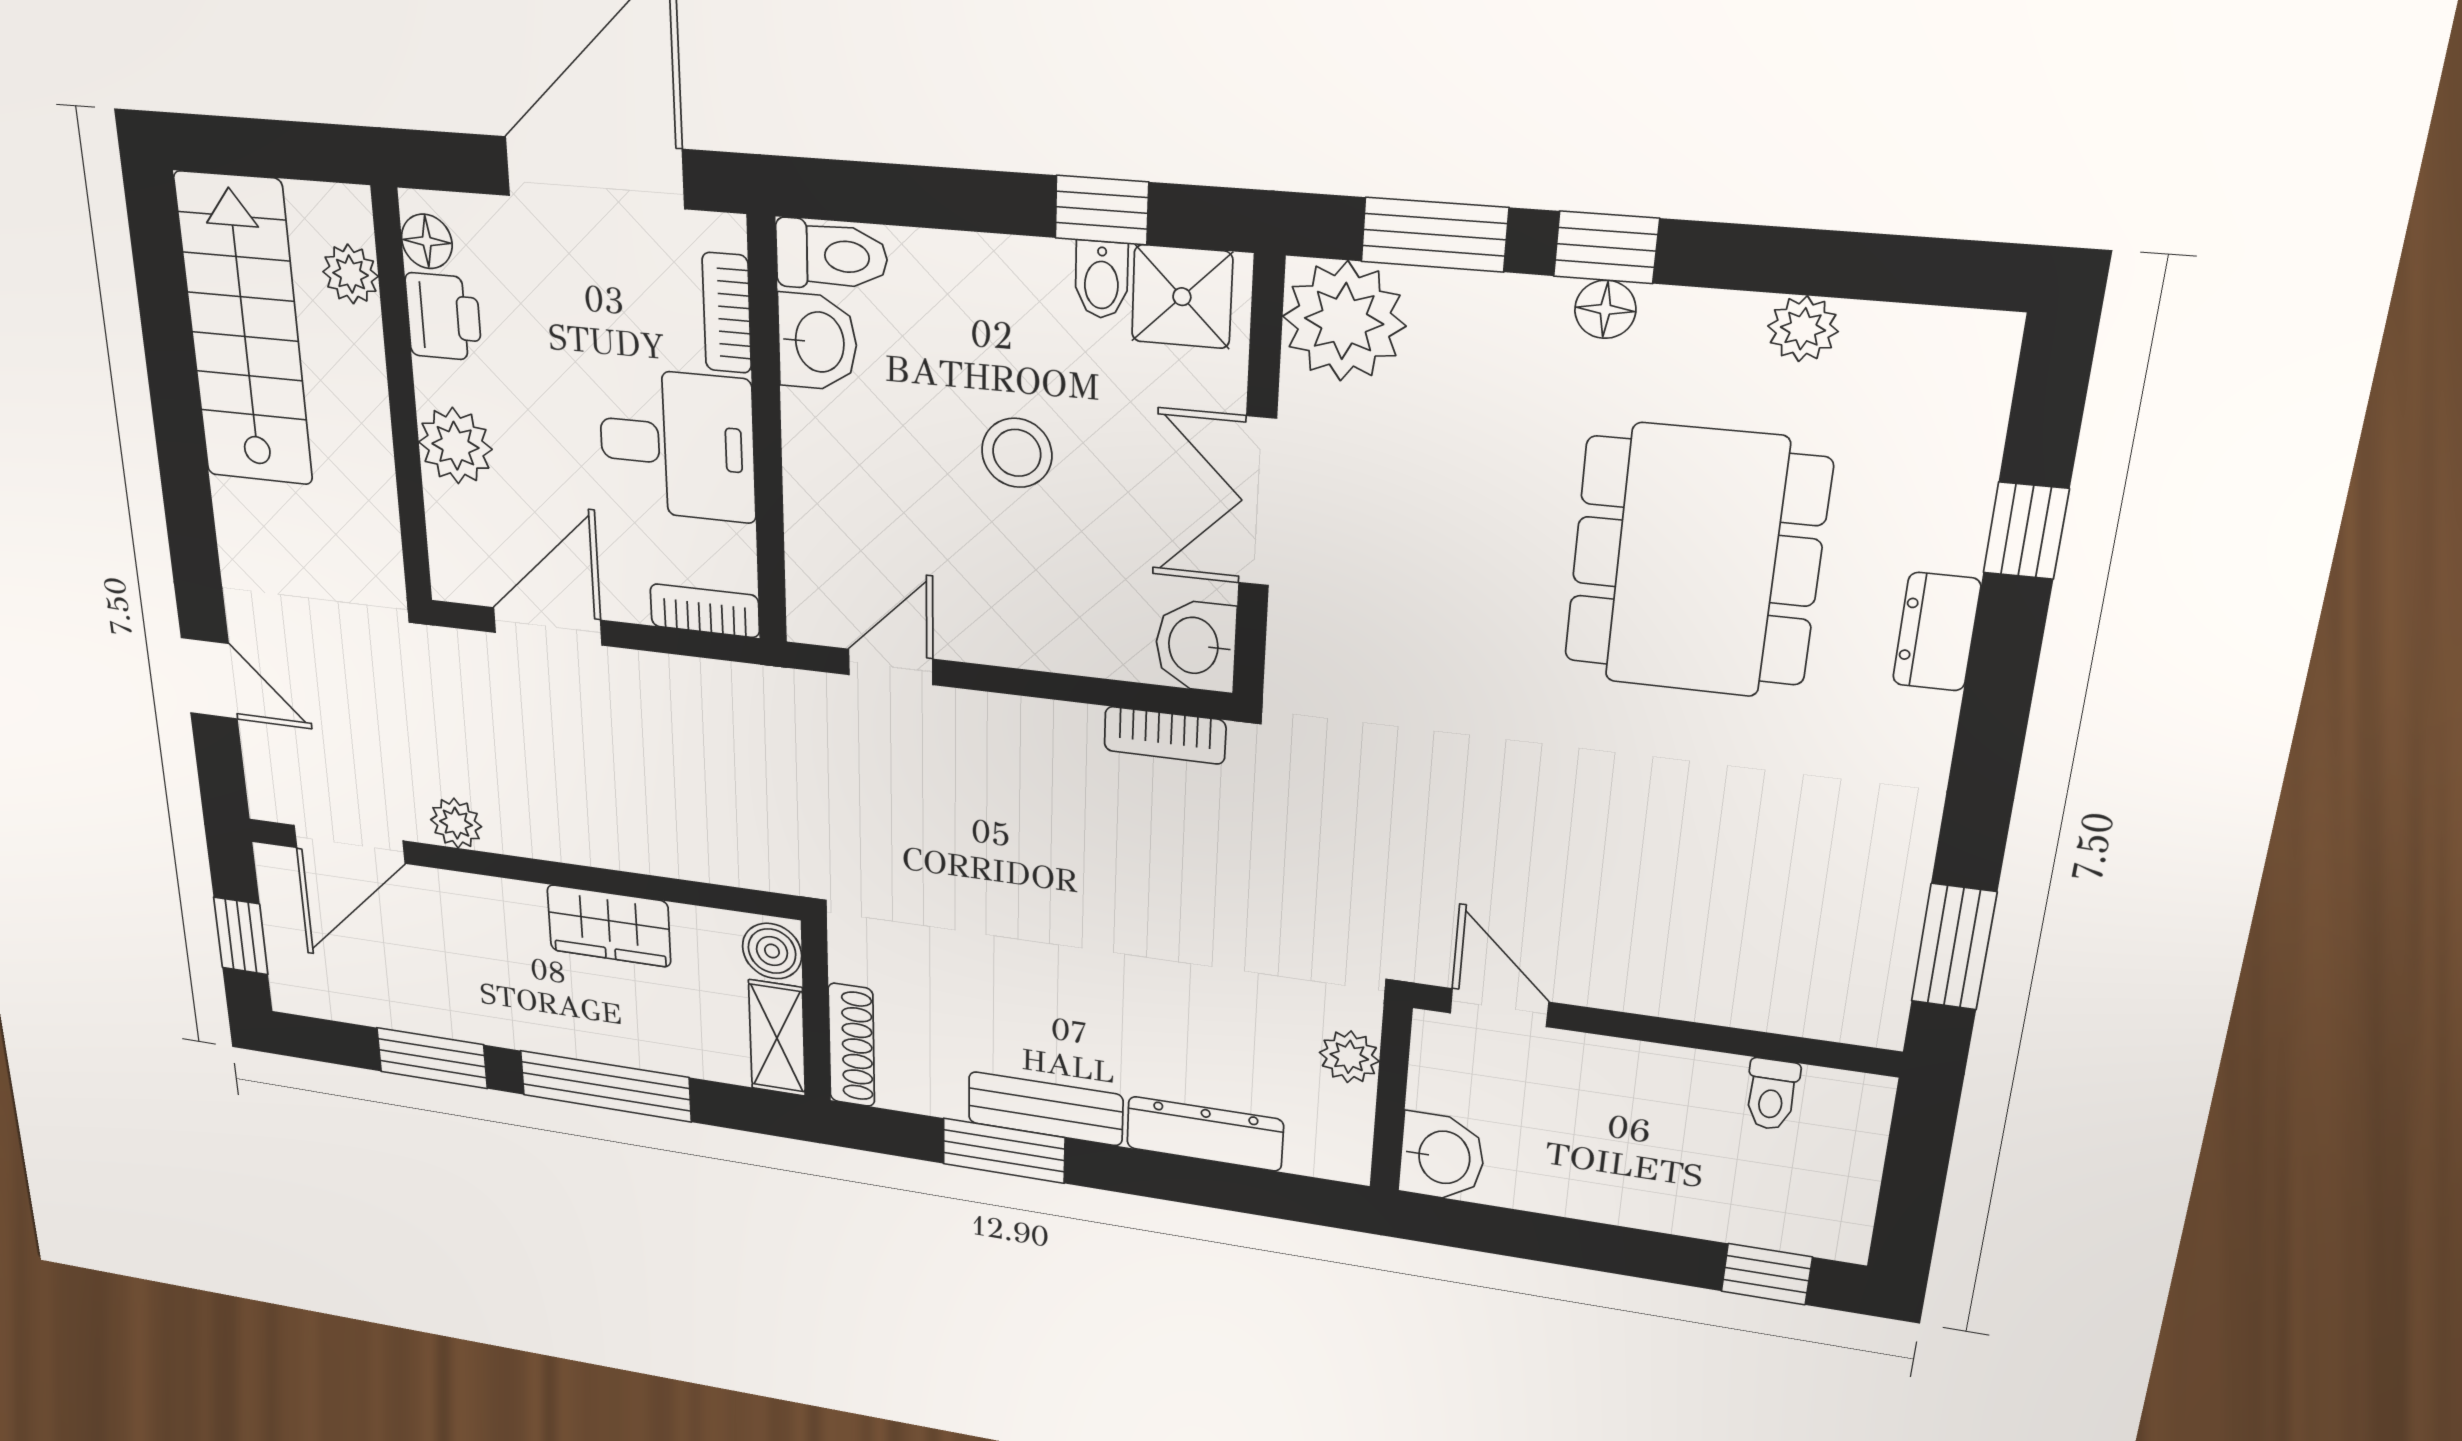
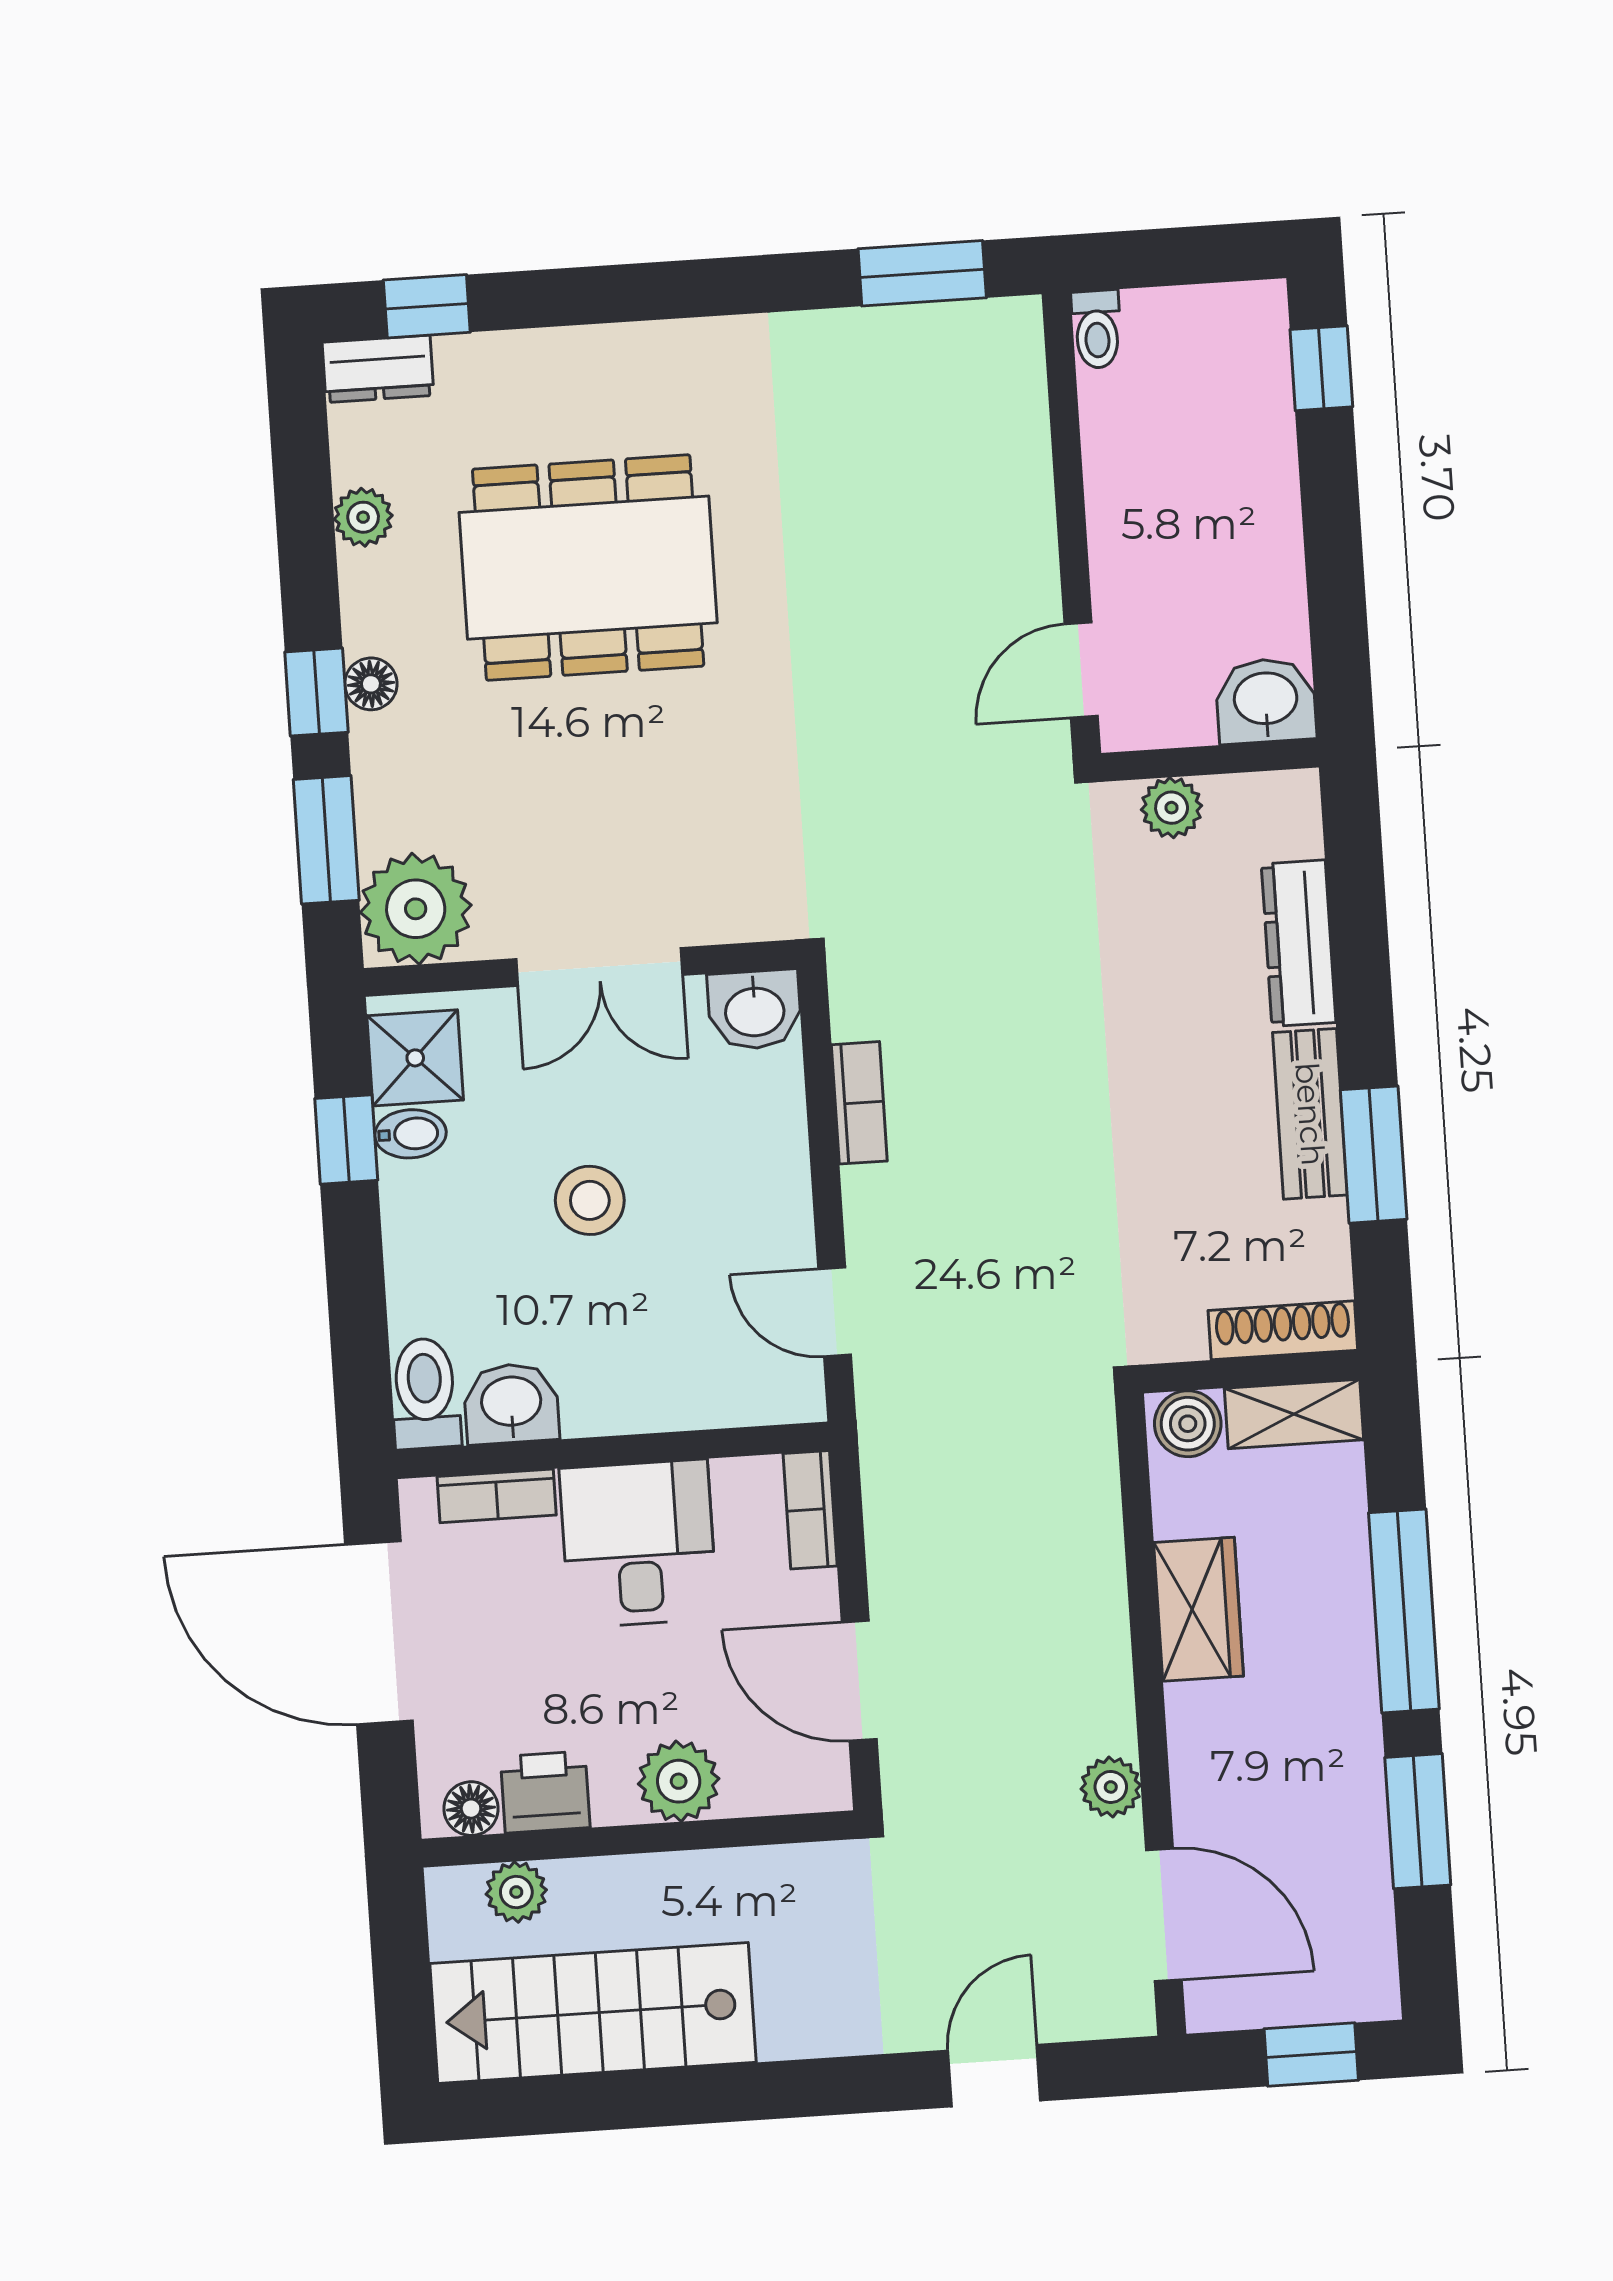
window: (2026, 531) -> (427, 306), moved
dresser: (1937, 632) -> (378, 369), moved
bookcase: (1165, 735) -> (859, 1103), moved
toilet: (1772, 1094) -> (1097, 329), moved, turned 90

